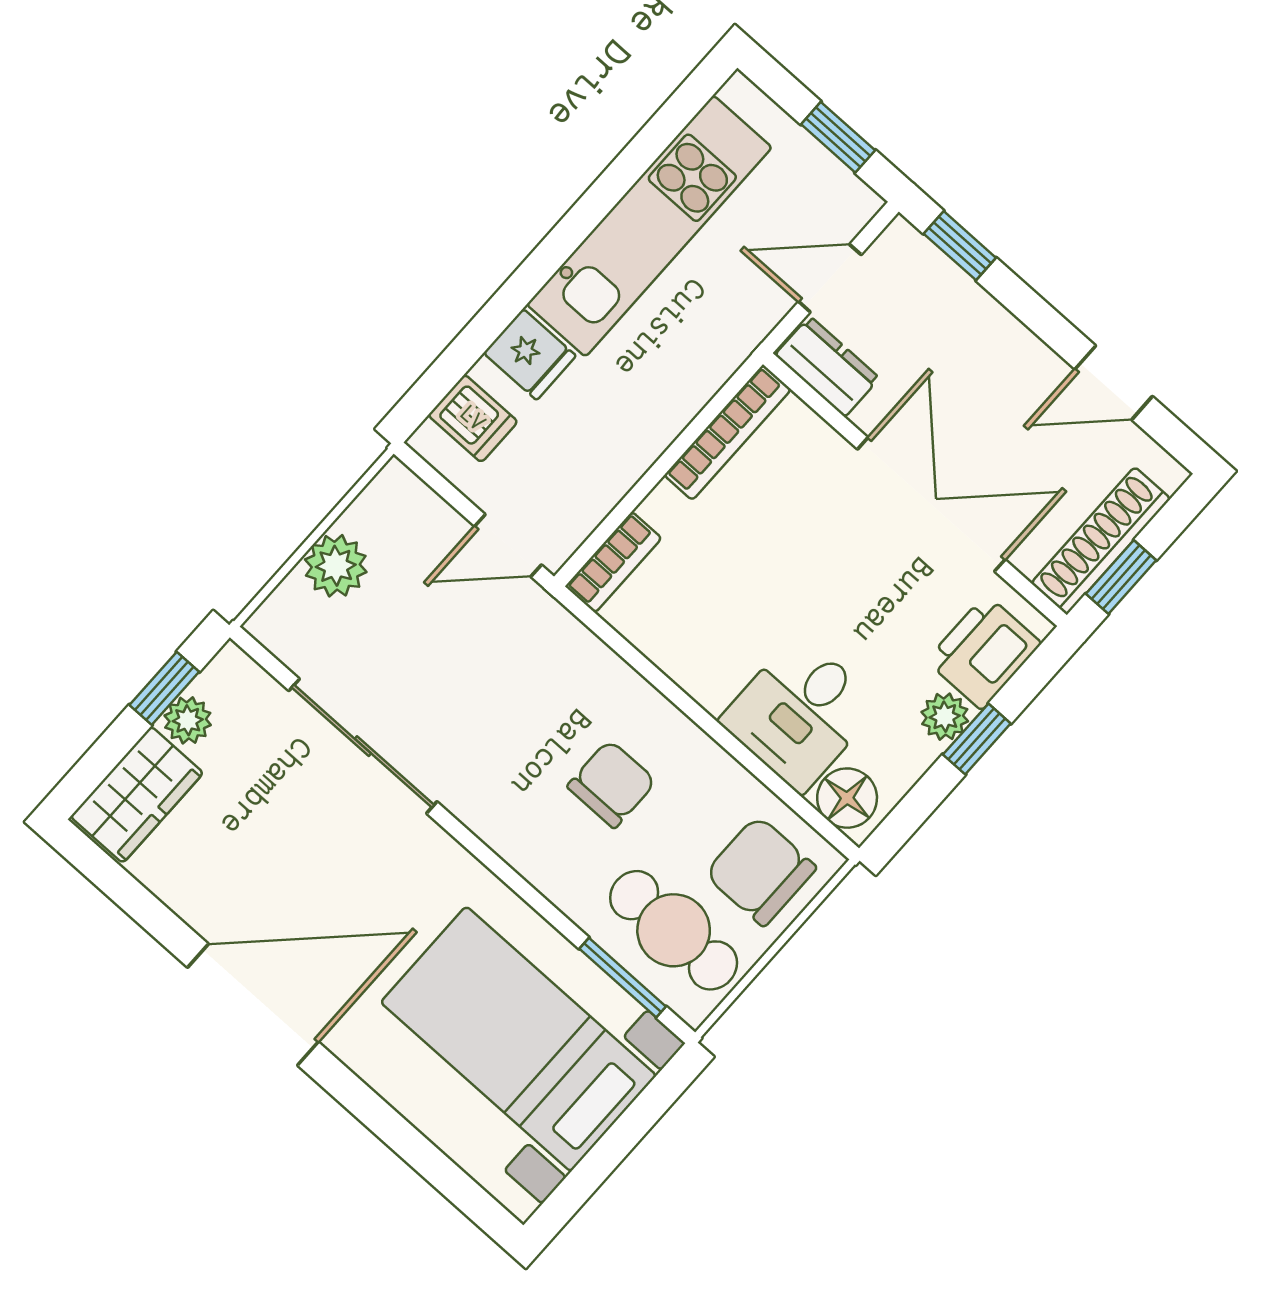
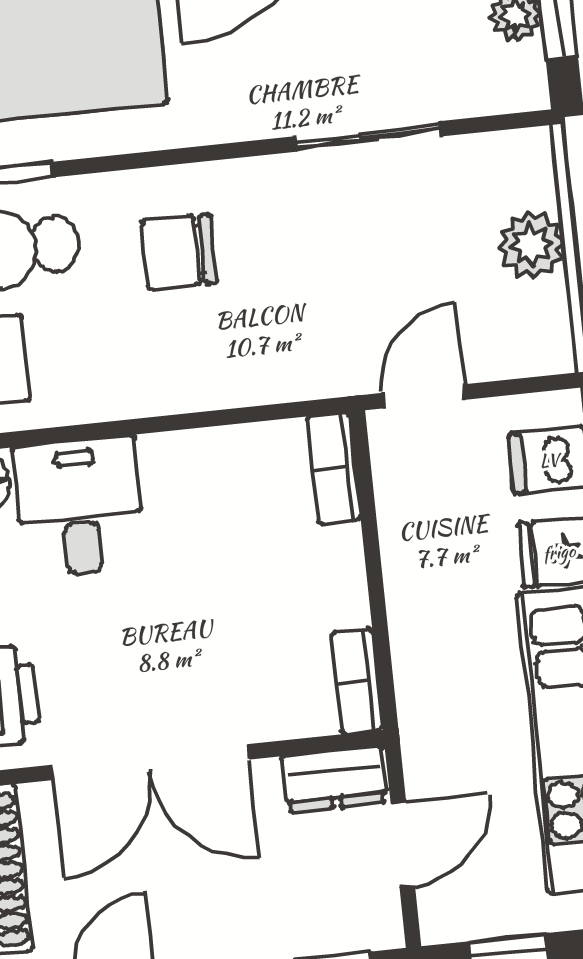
bookcase: (728, 432) -> (357, 681), width x0.64
sliding door: (363, 746) -> (369, 136), width x0.73
chair: (612, 784) -> (179, 252), moved, turned 90

